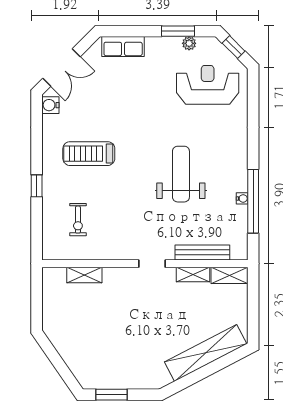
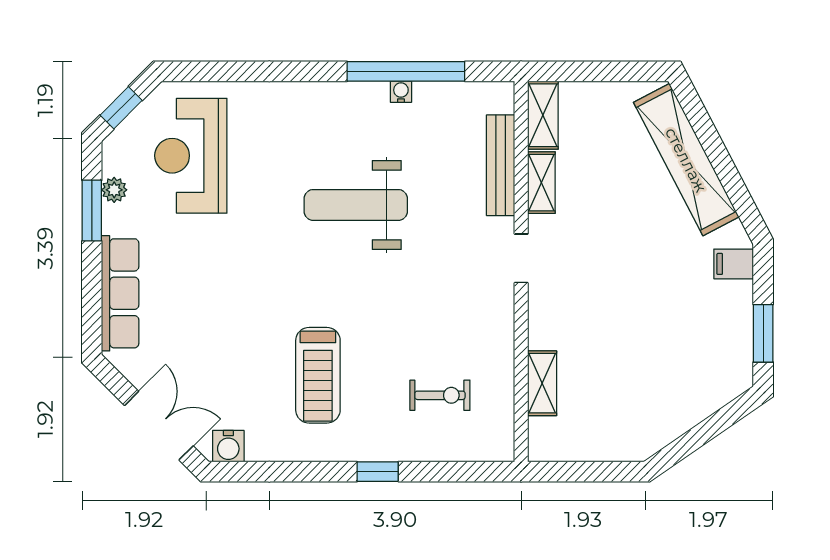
row of seats: (123, 47) -> (120, 293), width x1.48
filing cabinet: (149, 379) -> (734, 264), added

